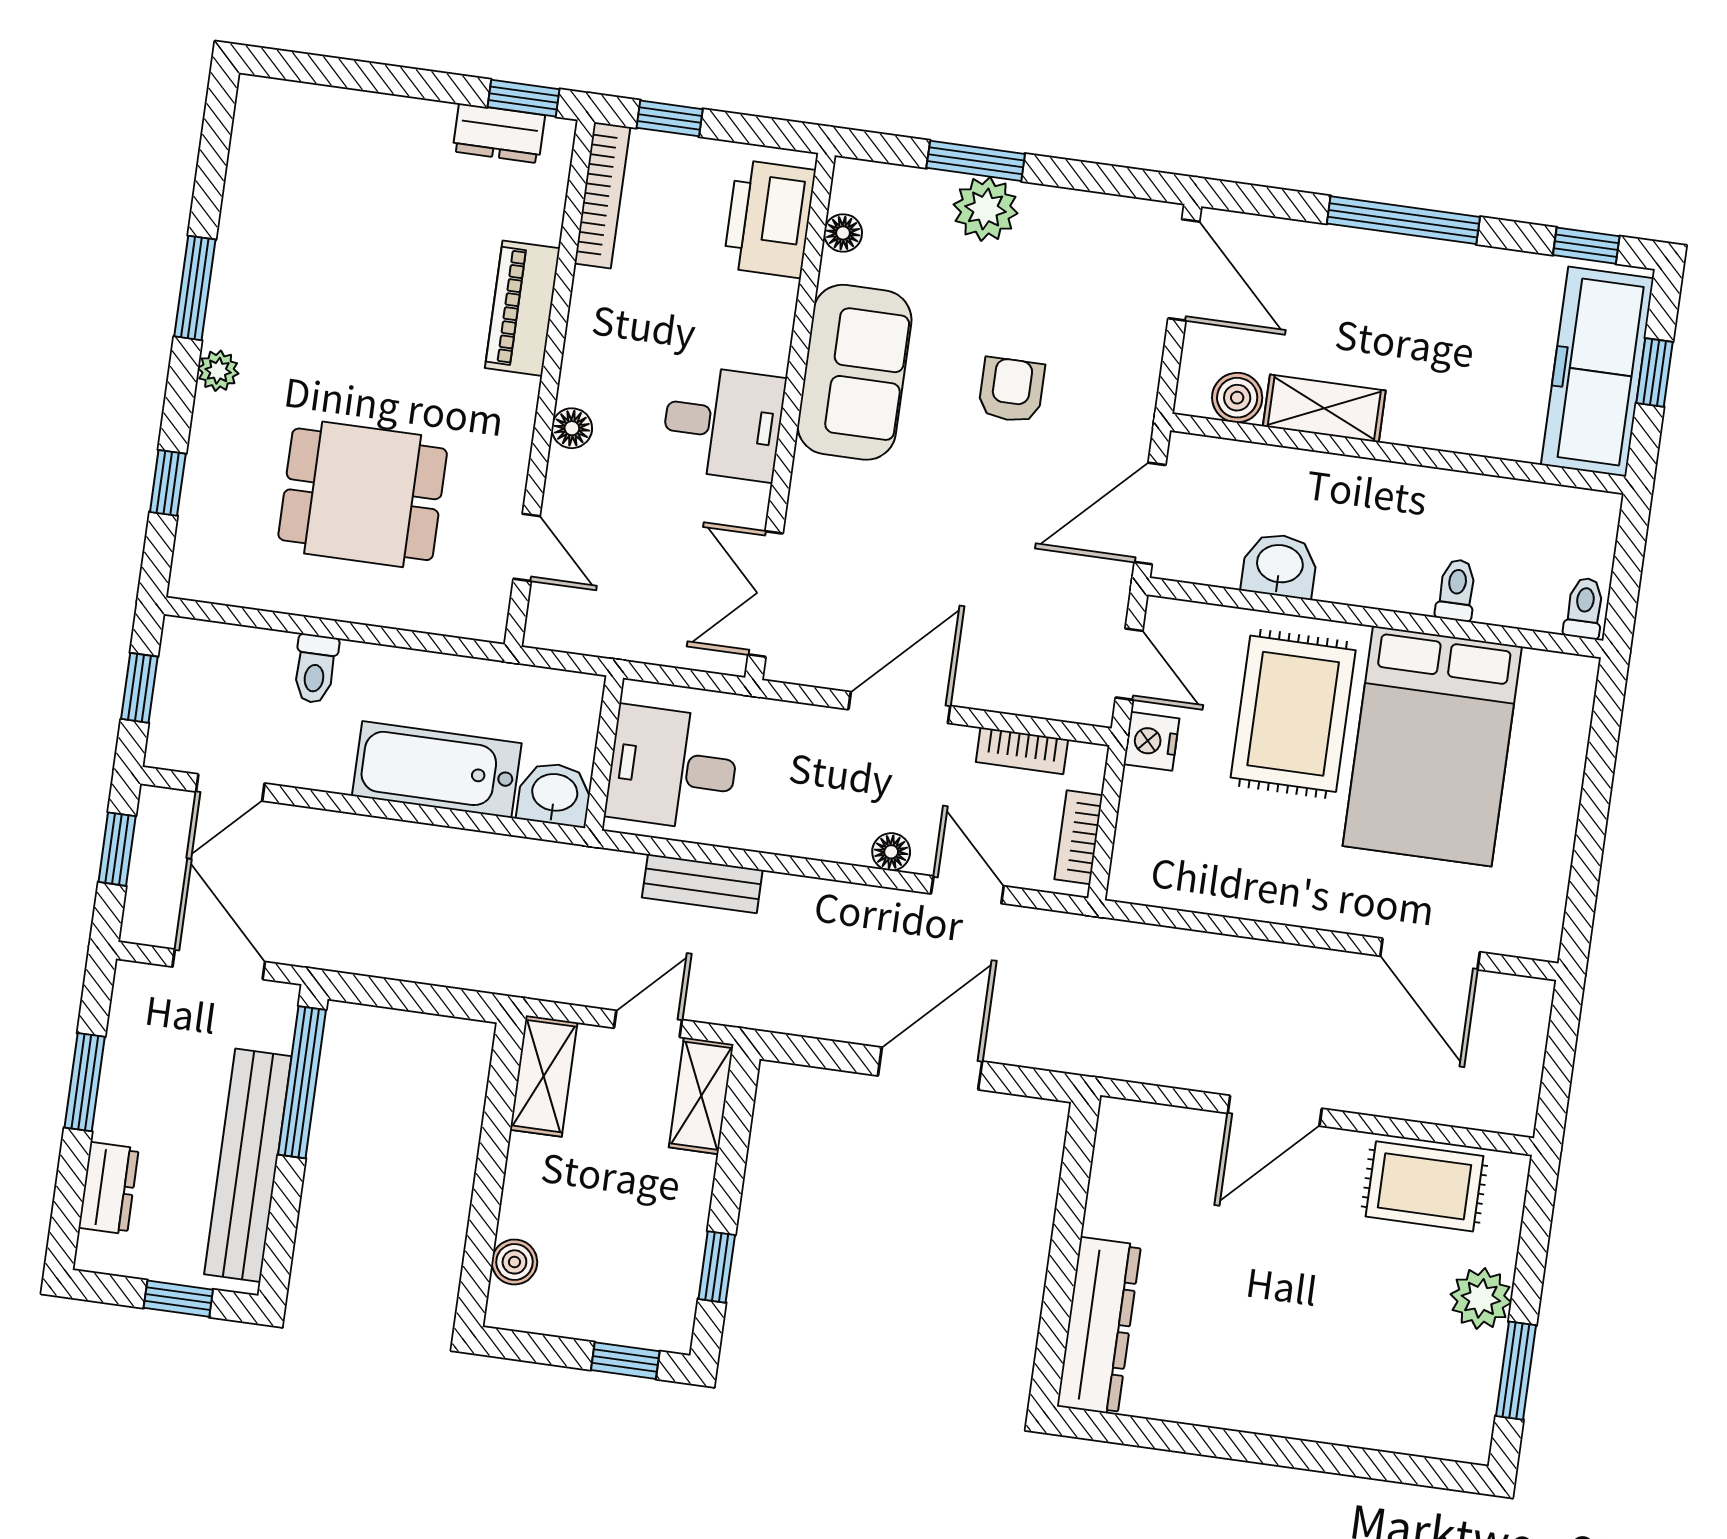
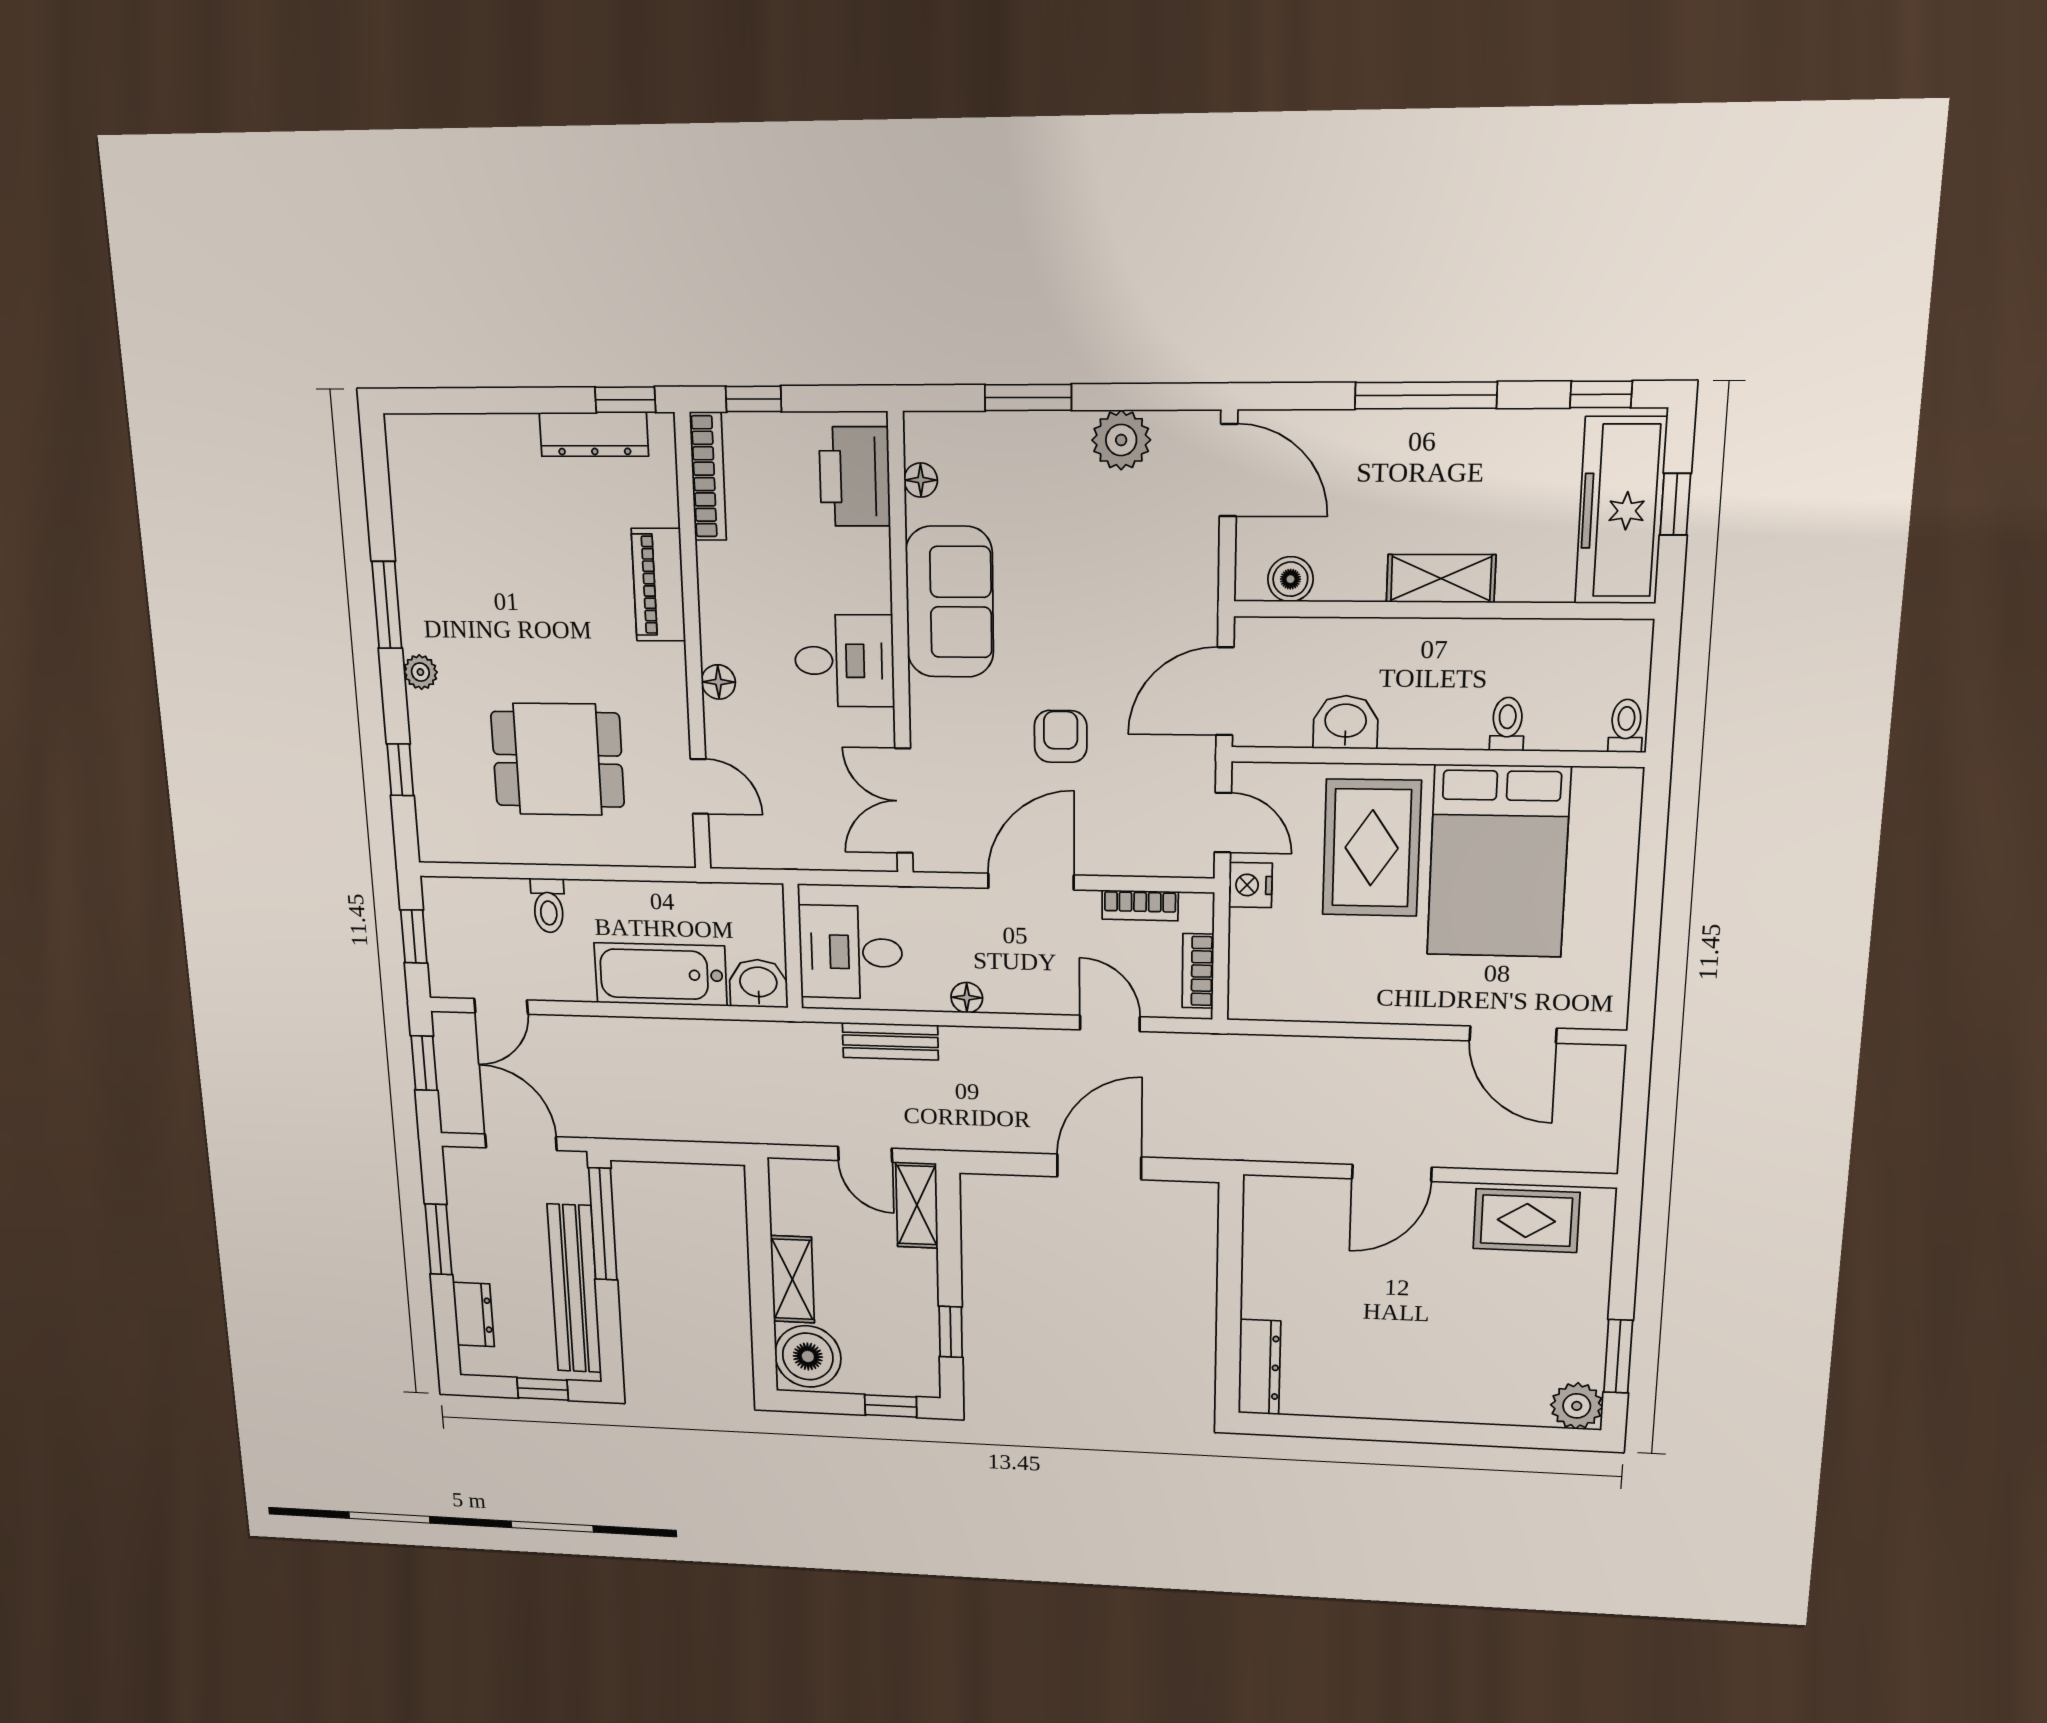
dresser: (499, 133) -> (594, 434), width x1.44
plant: (986, 209) -> (1121, 440), moved
armchair: (1011, 390) -> (1061, 736), moved
shelving: (1324, 408) -> (1441, 579), moved
floor lamp: (891, 852) -> (967, 998), moved
door: (648, 1024) -> (865, 1154), swing flipped
shelving: (544, 1076) -> (792, 1279), moved
boiler: (514, 1262) -> (808, 1356), width x1.86, depth x1.86
plant: (1481, 1298) -> (1577, 1406), moved
dresser: (1099, 1326) -> (1259, 1367), width x0.73, depth x0.80

